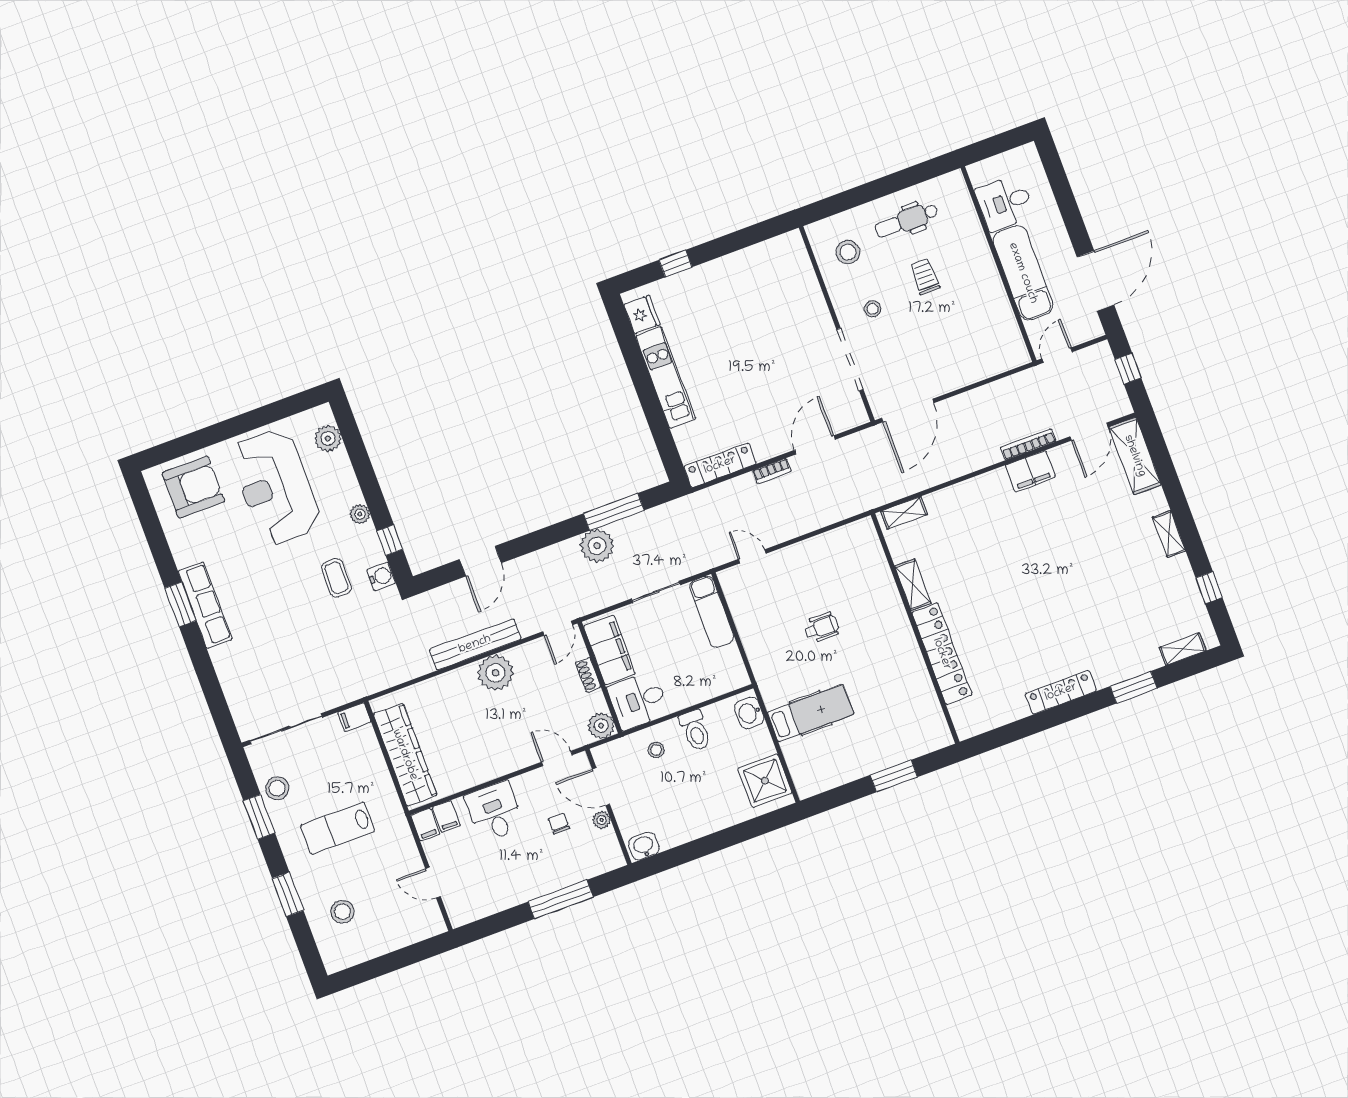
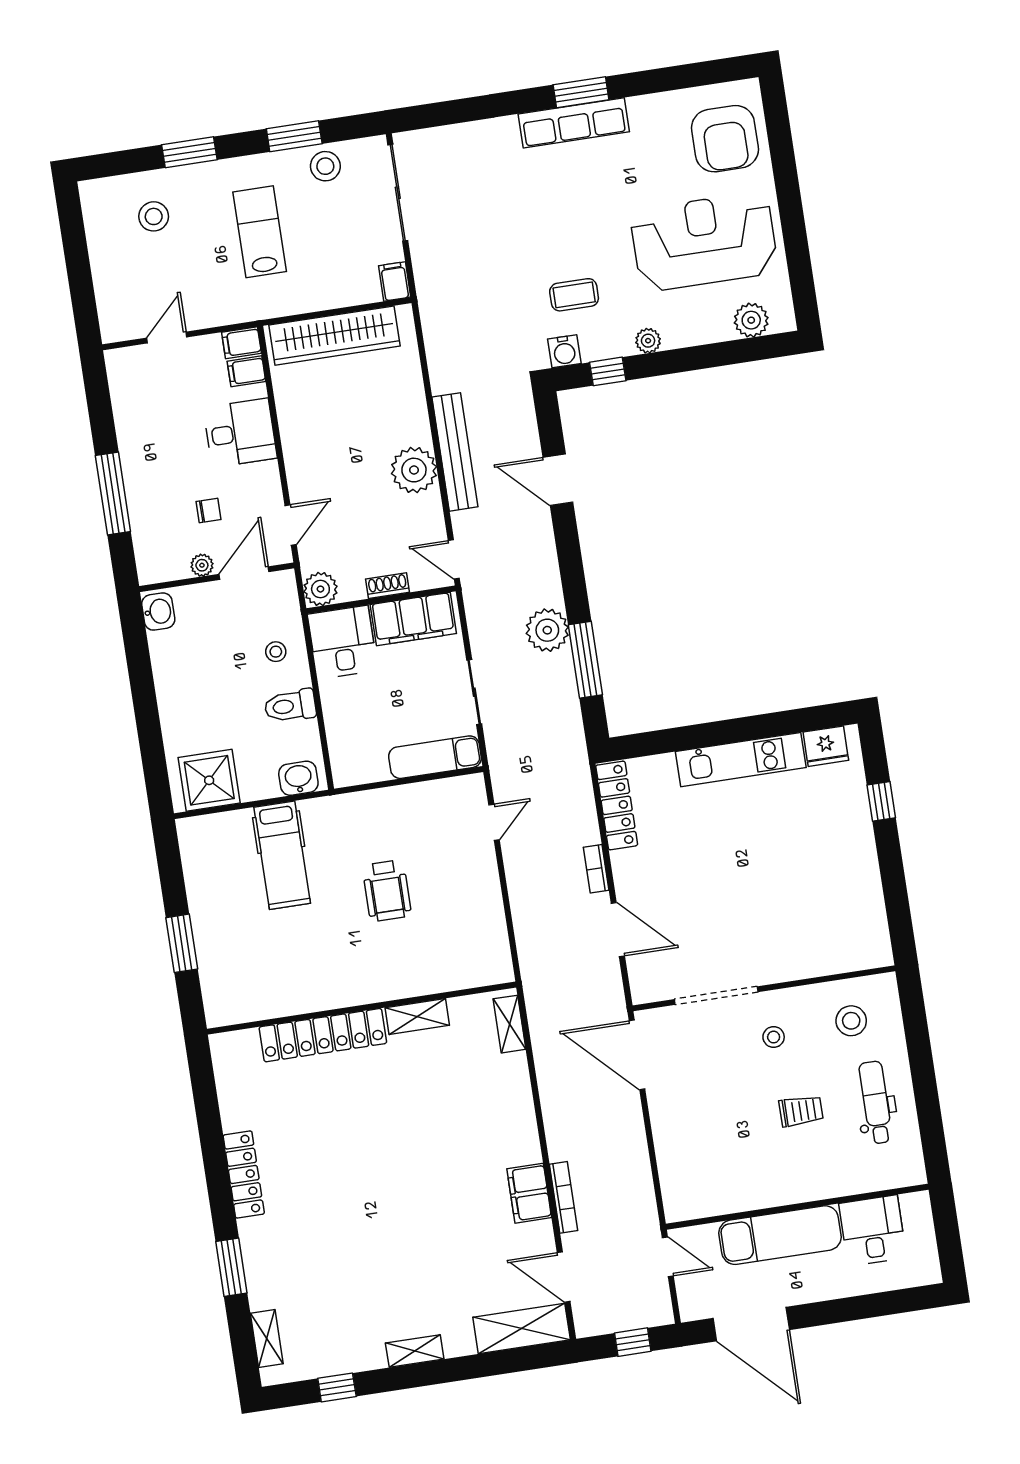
wheelchair: (821, 628) -> (387, 891), width x1.36, depth x1.37

